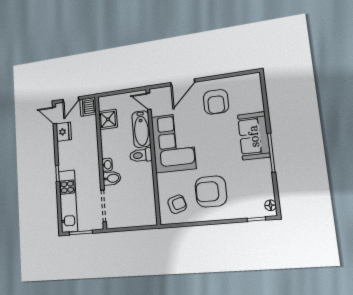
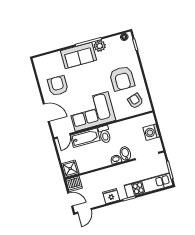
armchair: (216, 102) -> (58, 86), turned -90
shower: (108, 119) -> (70, 169), moved
fridge: (64, 132) -> (111, 196), moved
plant: (263, 168) -> (100, 46), added
washing machine: (132, 218) -> (151, 132), added

